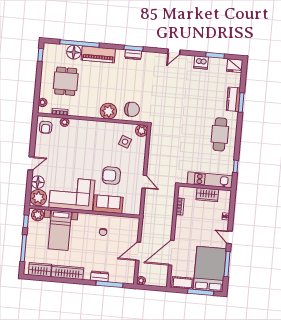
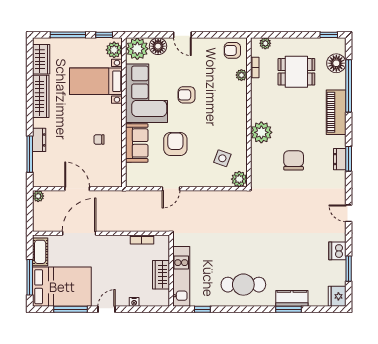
floor lamp: (74, 52) -> (336, 63), moved
chair: (132, 109) -> (294, 160), moved, turned 180
armchair: (76, 164) -> (187, 95), added
door: (171, 253) -> (79, 233), hinge flipped

